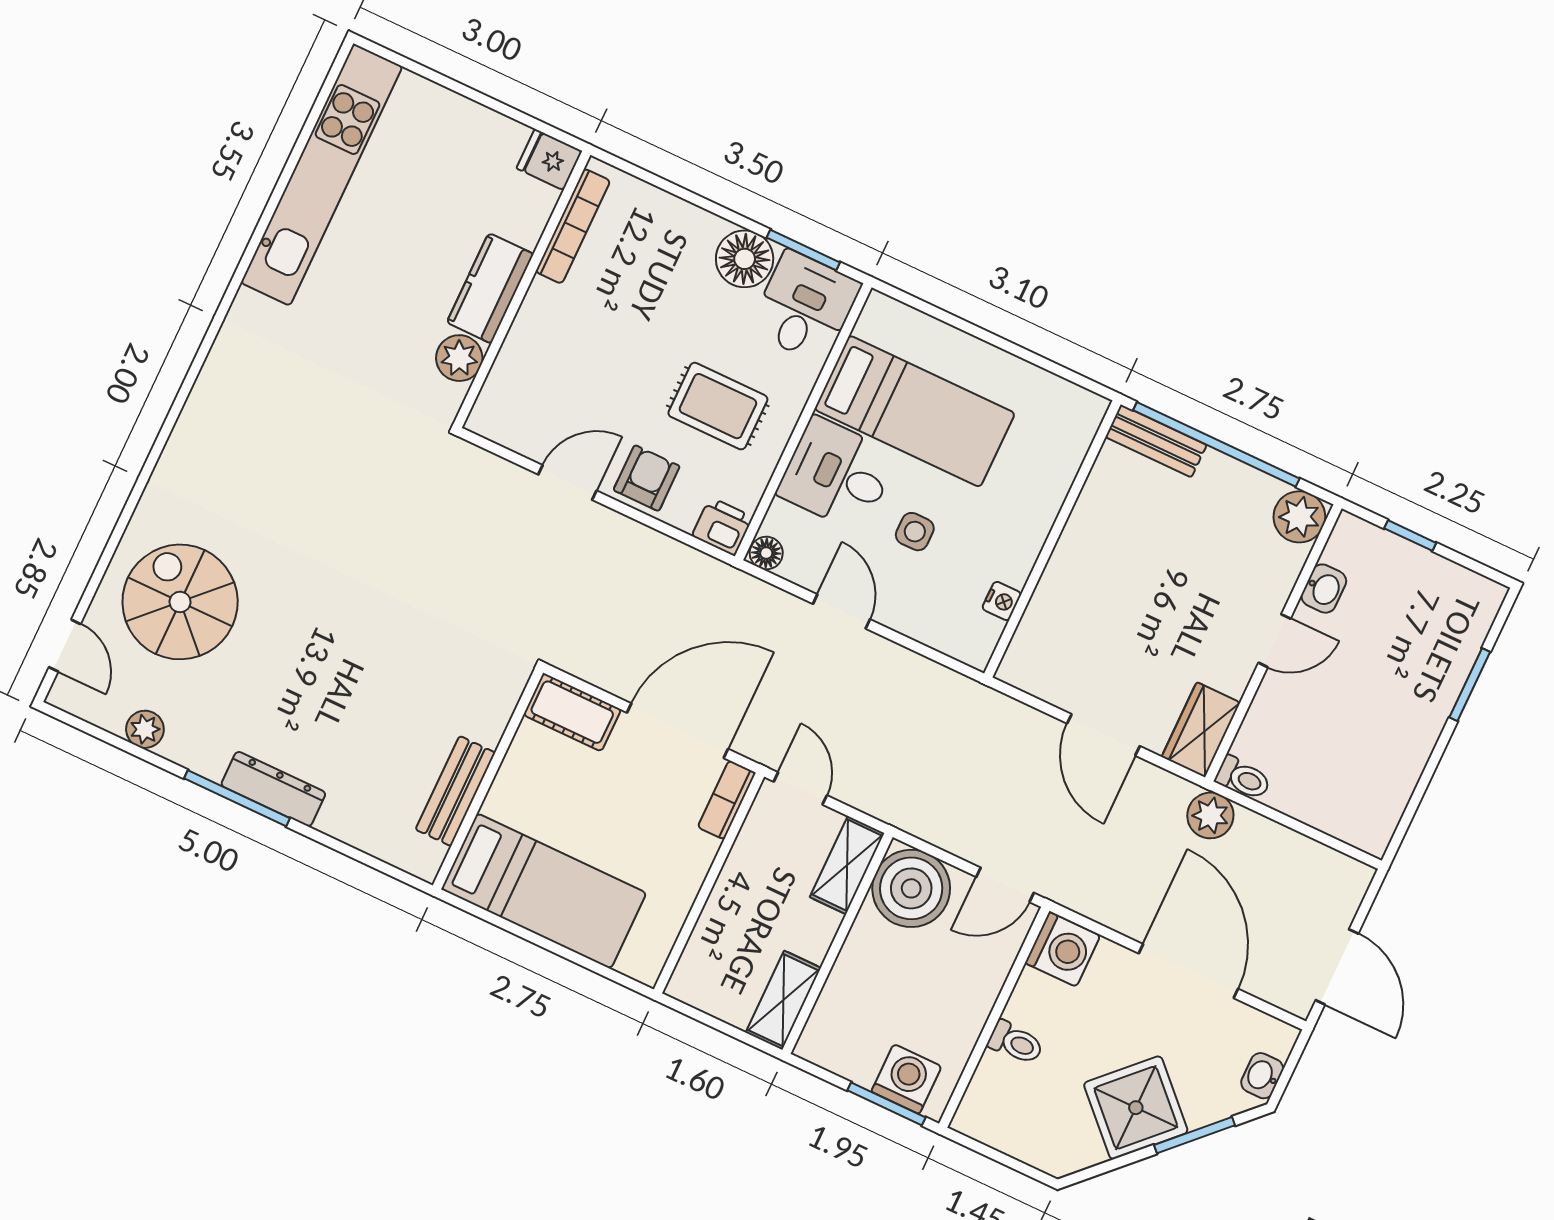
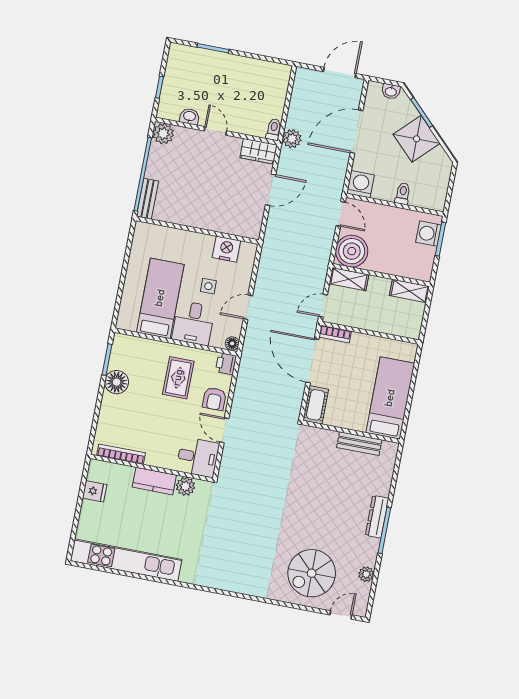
fridge: (549, 160) -> (95, 491), moved, turned -90
desk: (805, 307) -> (198, 457), moved, turned 180
armchair: (647, 478) -> (214, 399), turned -90
nightstand: (1002, 601) -> (226, 249), width x1.89, depth x1.79

